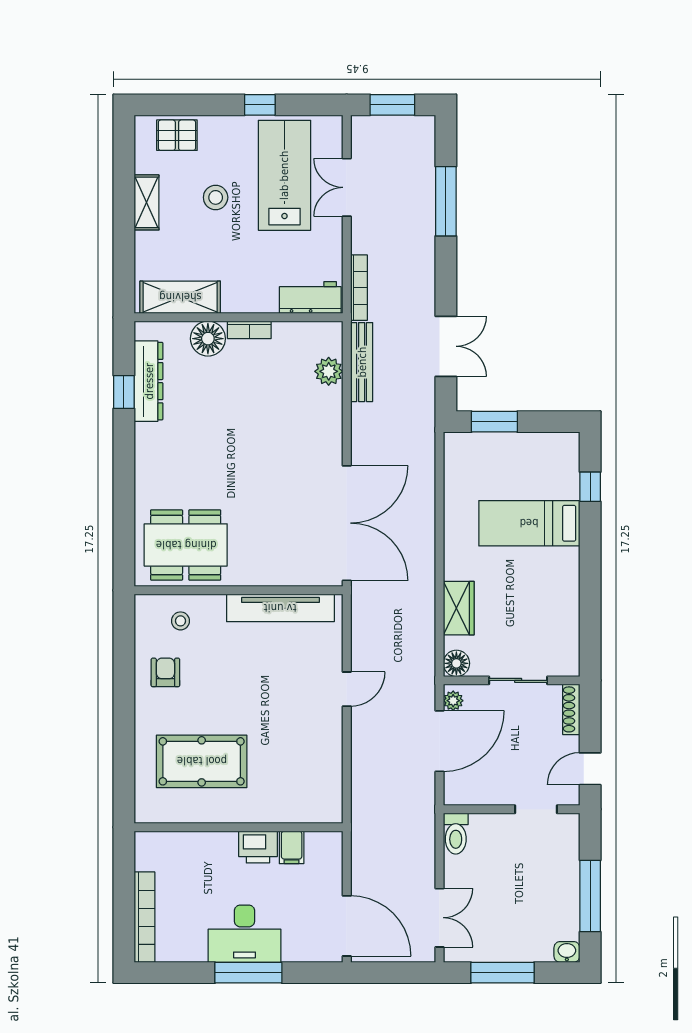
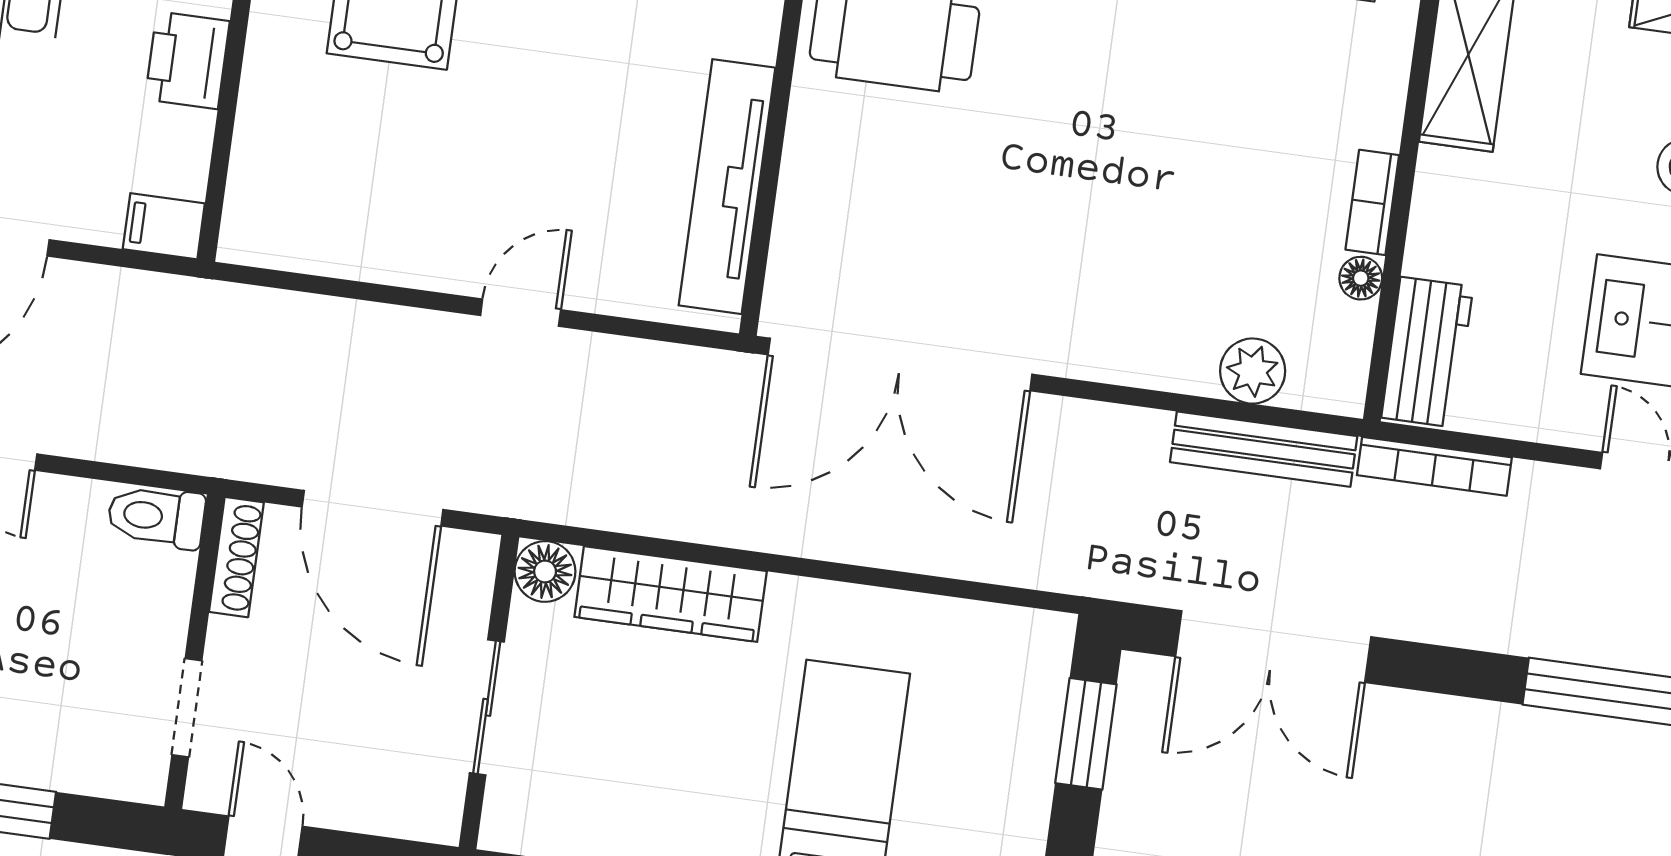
floor lamp: (208, 339) -> (1361, 278), moved, width x0.53, depth x0.53
double door: (446, 346) -> (1273, 647), width x1.37
wardrobe: (459, 608) -> (671, 594), width x1.50
door: (347, 689) -> (521, 313), swing flipped
plant: (453, 701) -> (461, 552), removed
shoe rack: (571, 709) -> (236, 557), moved, turned 90
filing cabinet: (292, 847) -> (164, 226), moved

